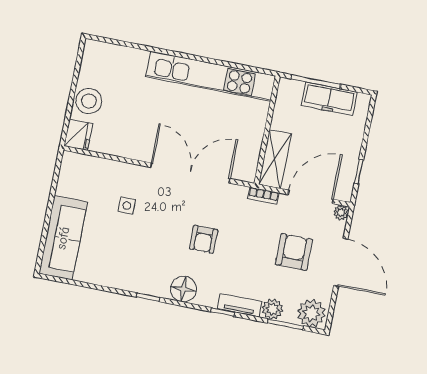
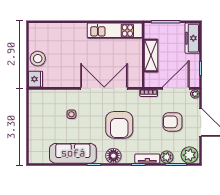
kitchen unit: (211, 76) -> (115, 31), width x0.73
freezer: (329, 99) -> (192, 38), moved, turned 90
shelving: (275, 159) -> (151, 55), moved
sofa: (63, 238) -> (73, 153), moved, turned -90
armchair: (204, 239) -> (119, 125), width x1.88, depth x1.88
armchair: (294, 252) -> (173, 122), turned -90

